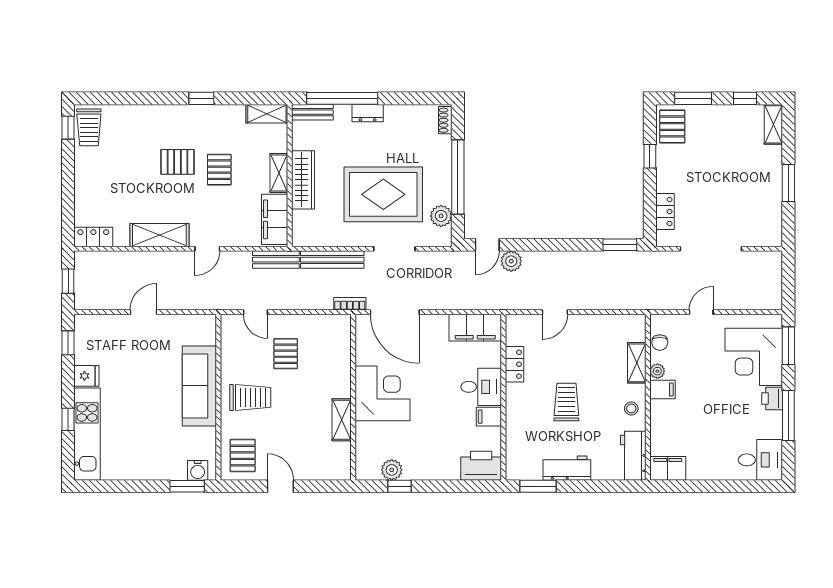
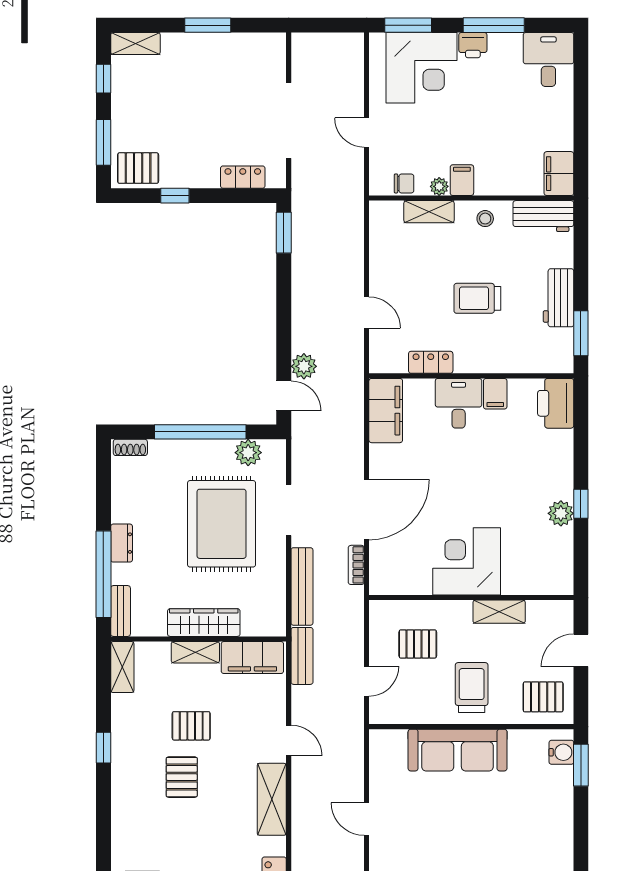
corner desk: (382, 393) -> (467, 561), moved
wall: (353, 397) -> (471, 598), moved
shelving: (342, 420) -> (499, 612), moved

